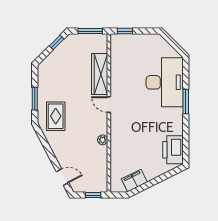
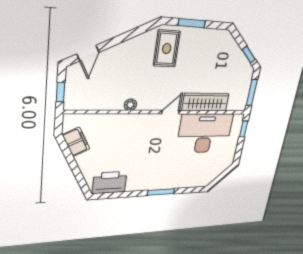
desk: (165, 82) -> (205, 133), moved, turned 180
rug: (56, 116) -> (167, 49), turned 90

